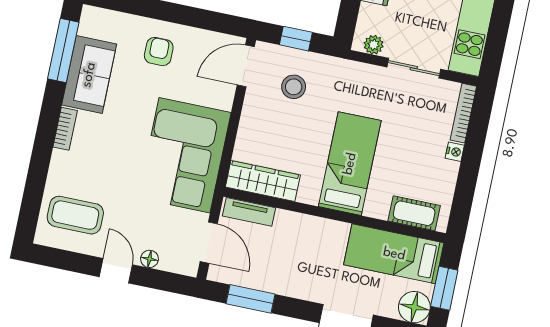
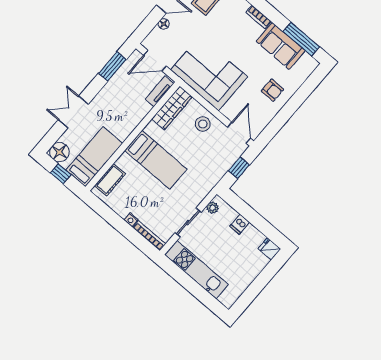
stool: (294, 87) -> (203, 124), moved
window: (444, 288) -> (61, 174), width x0.67

